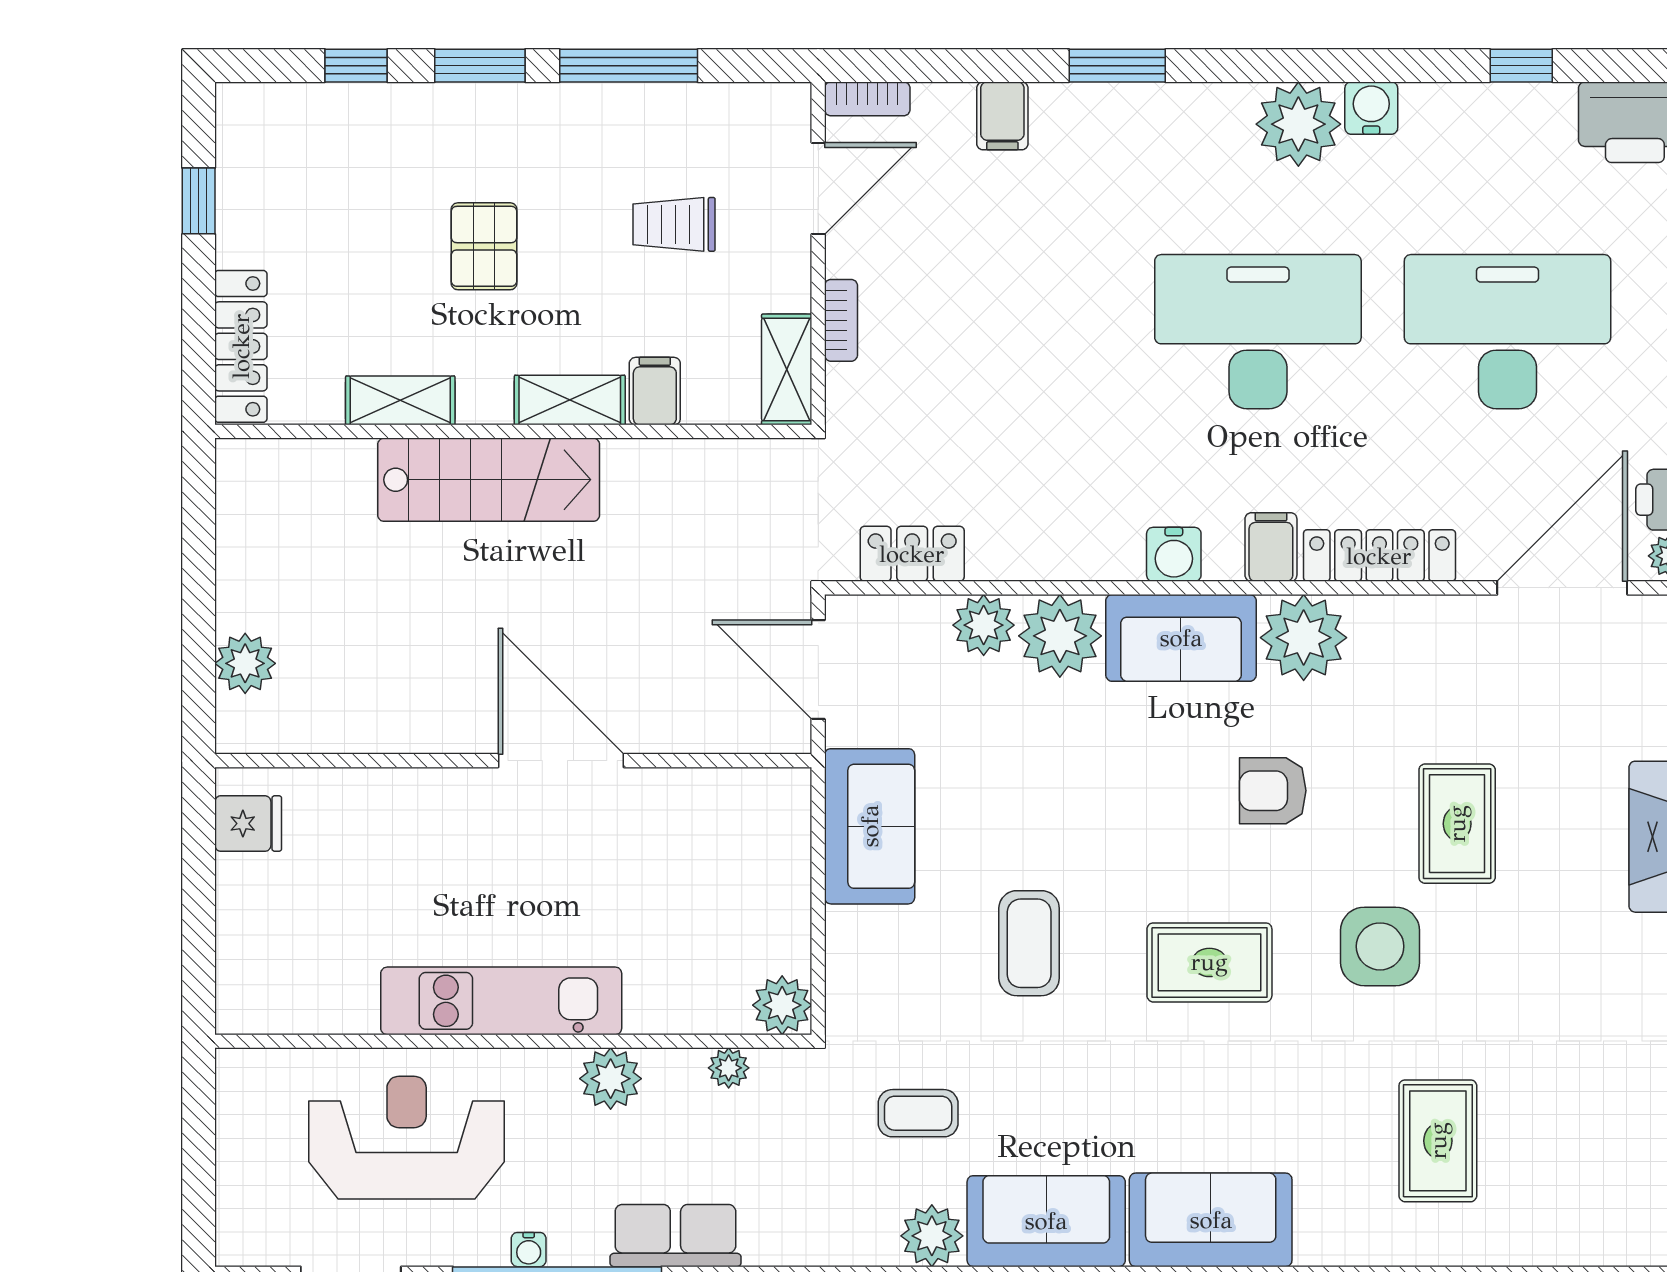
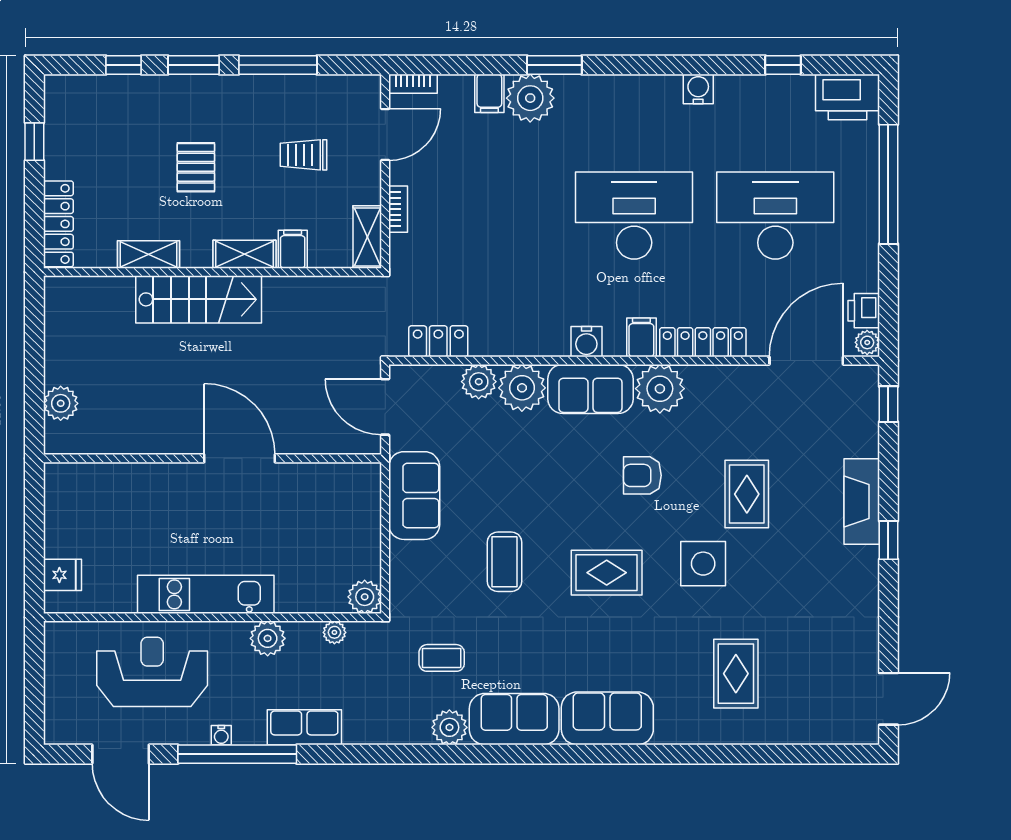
plant: (1298, 124) -> (530, 98), moved
fridge: (248, 824) -> (62, 575), moved

